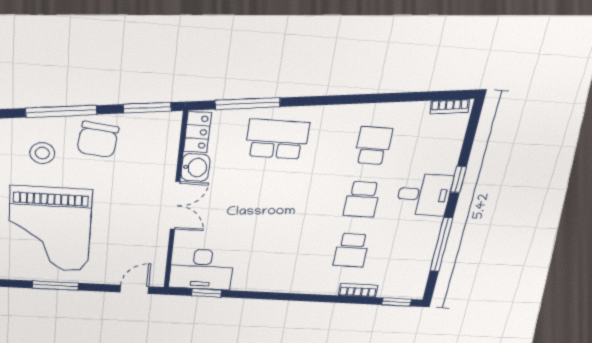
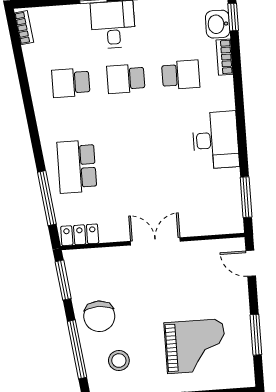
chair: (98, 140) -> (99, 316), turned 83
washbasin: (195, 167) -> (218, 24), moved, turned -90
school desk: (362, 199) -> (126, 79), turned 180
grand piano: (50, 229) -> (195, 346), width x0.73, depth x0.68
desk: (201, 269) -> (216, 140), moved
window: (206, 293) -> (246, 197), width x1.50

